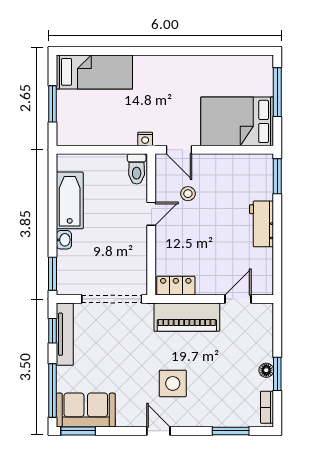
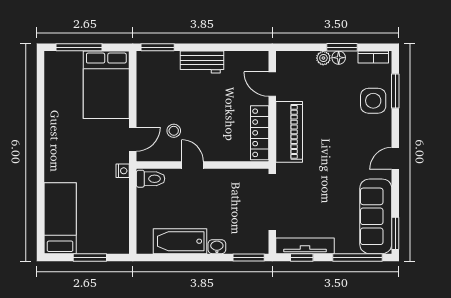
locker: (176, 286) -> (260, 133), width x1.53
plant: (266, 354) -> (323, 58), added
side table: (173, 383) -> (373, 101), moved
sofa: (86, 410) -> (376, 216), width x1.36

